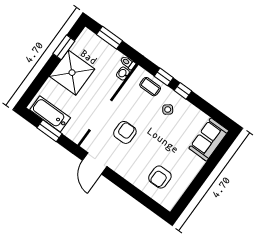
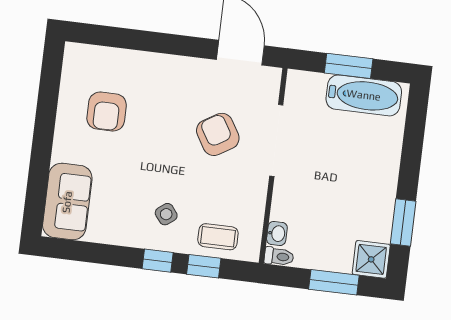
shower: (72, 73) -> (371, 259), moved, width x0.54, depth x0.54
armchair: (125, 132) -> (218, 134), turned 149
armchair: (160, 177) -> (107, 112), moved, turned 180

